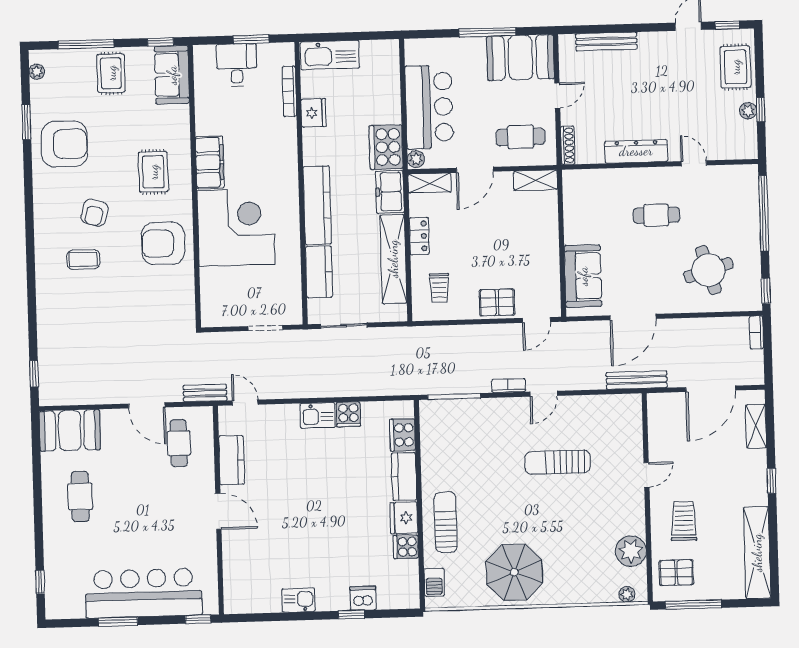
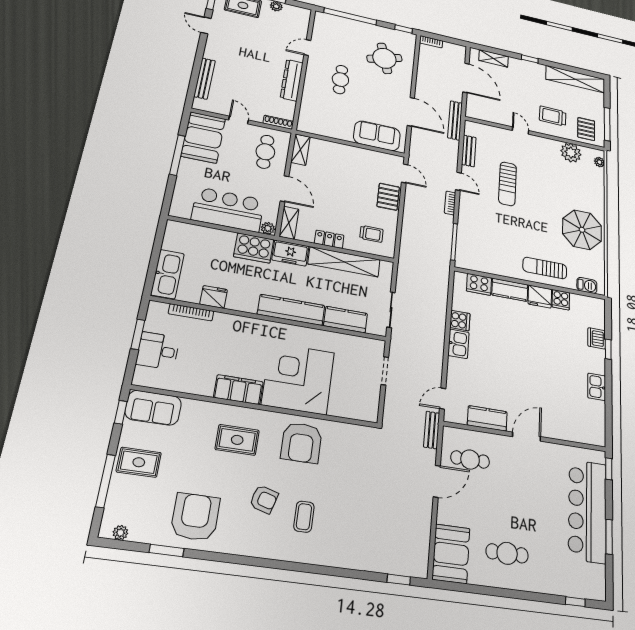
bench: (594, 404) -> (469, 151), added

